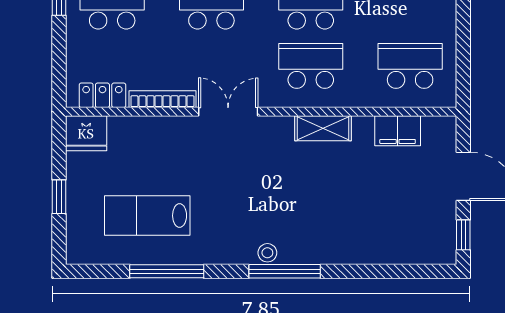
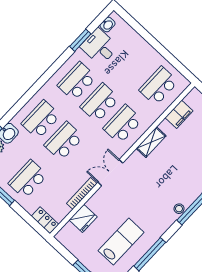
locker: (102, 95) -> (45, 220), moved, turned 90
fridge: (86, 133) -> (83, 218), moved
lab bench: (147, 216) -> (121, 242), turned 180

